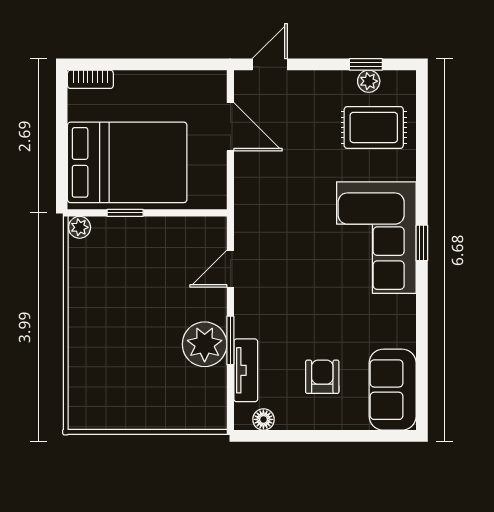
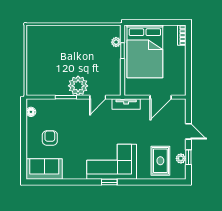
door: (270, 64) -> (188, 131), moved
plant: (80, 227) -> (116, 42), moved
door: (230, 269) -> (98, 97), swing flipped
plant: (205, 344) -> (78, 86), moved
tv unit: (246, 370) -> (126, 104), moved
armchair: (322, 377) -> (50, 138), turned -90

